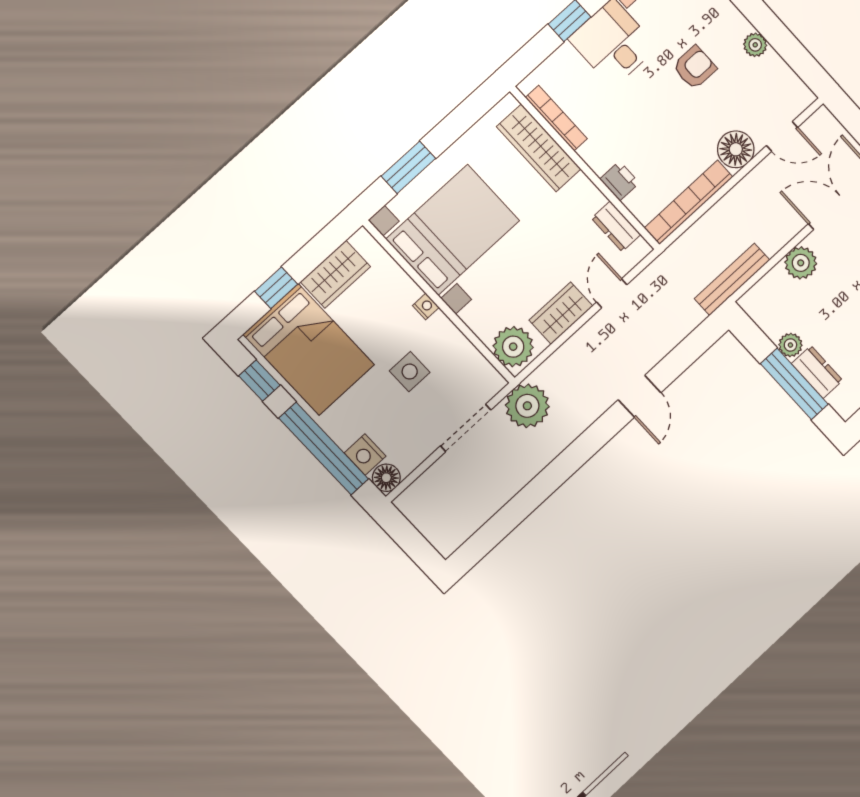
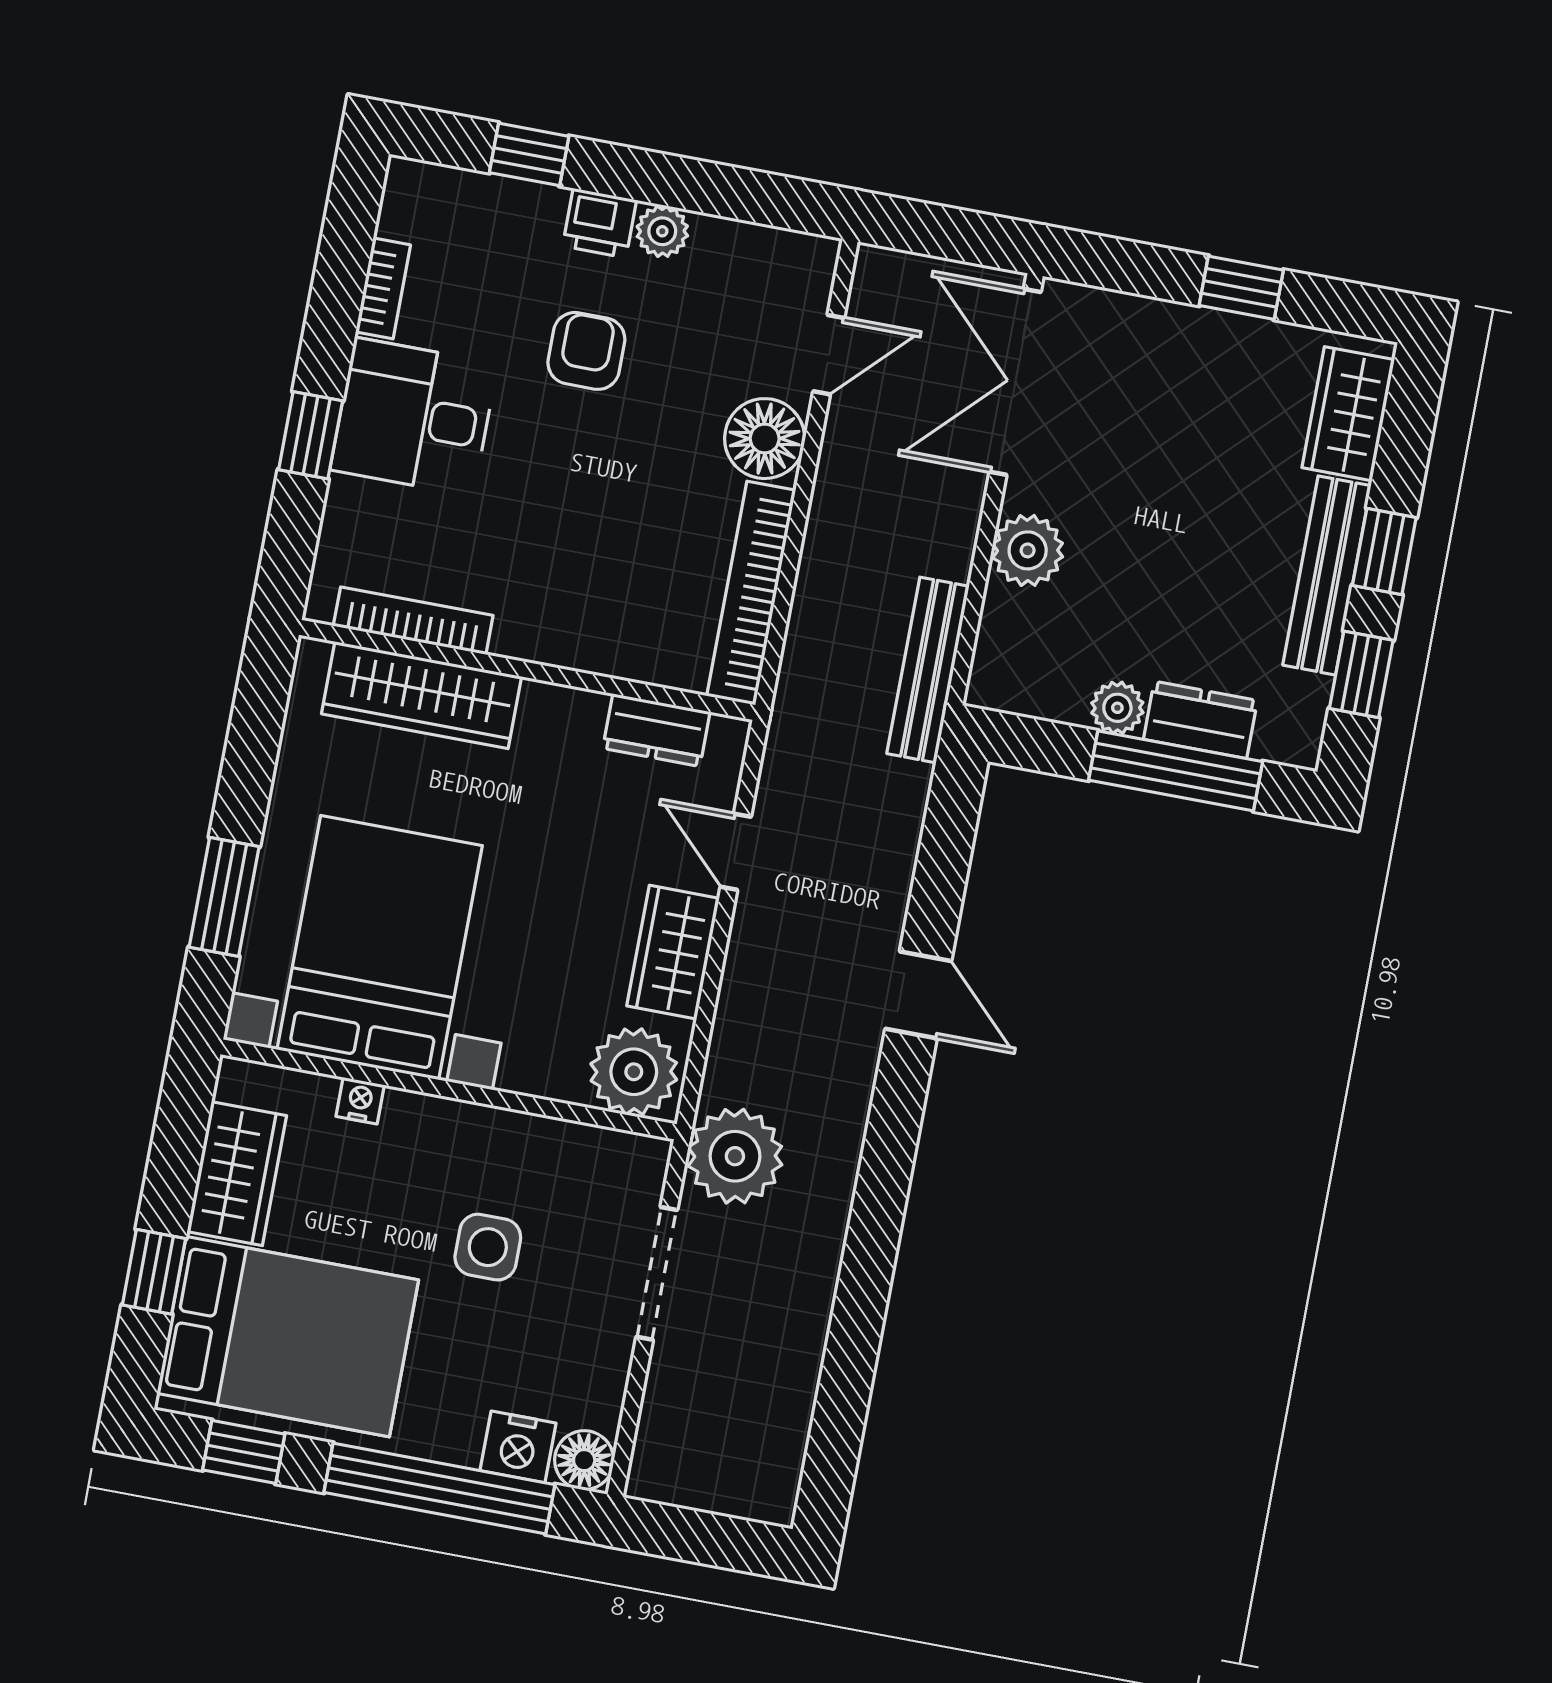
printer: (620, 181) -> (600, 223), moved, turned 180
nightstand: (426, 306) -> (360, 1101), moved

